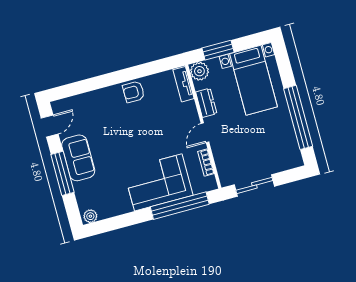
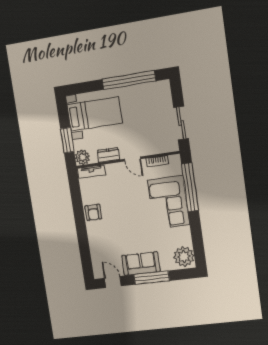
plant: (90, 216) -> (184, 257), width x1.87, depth x1.87

